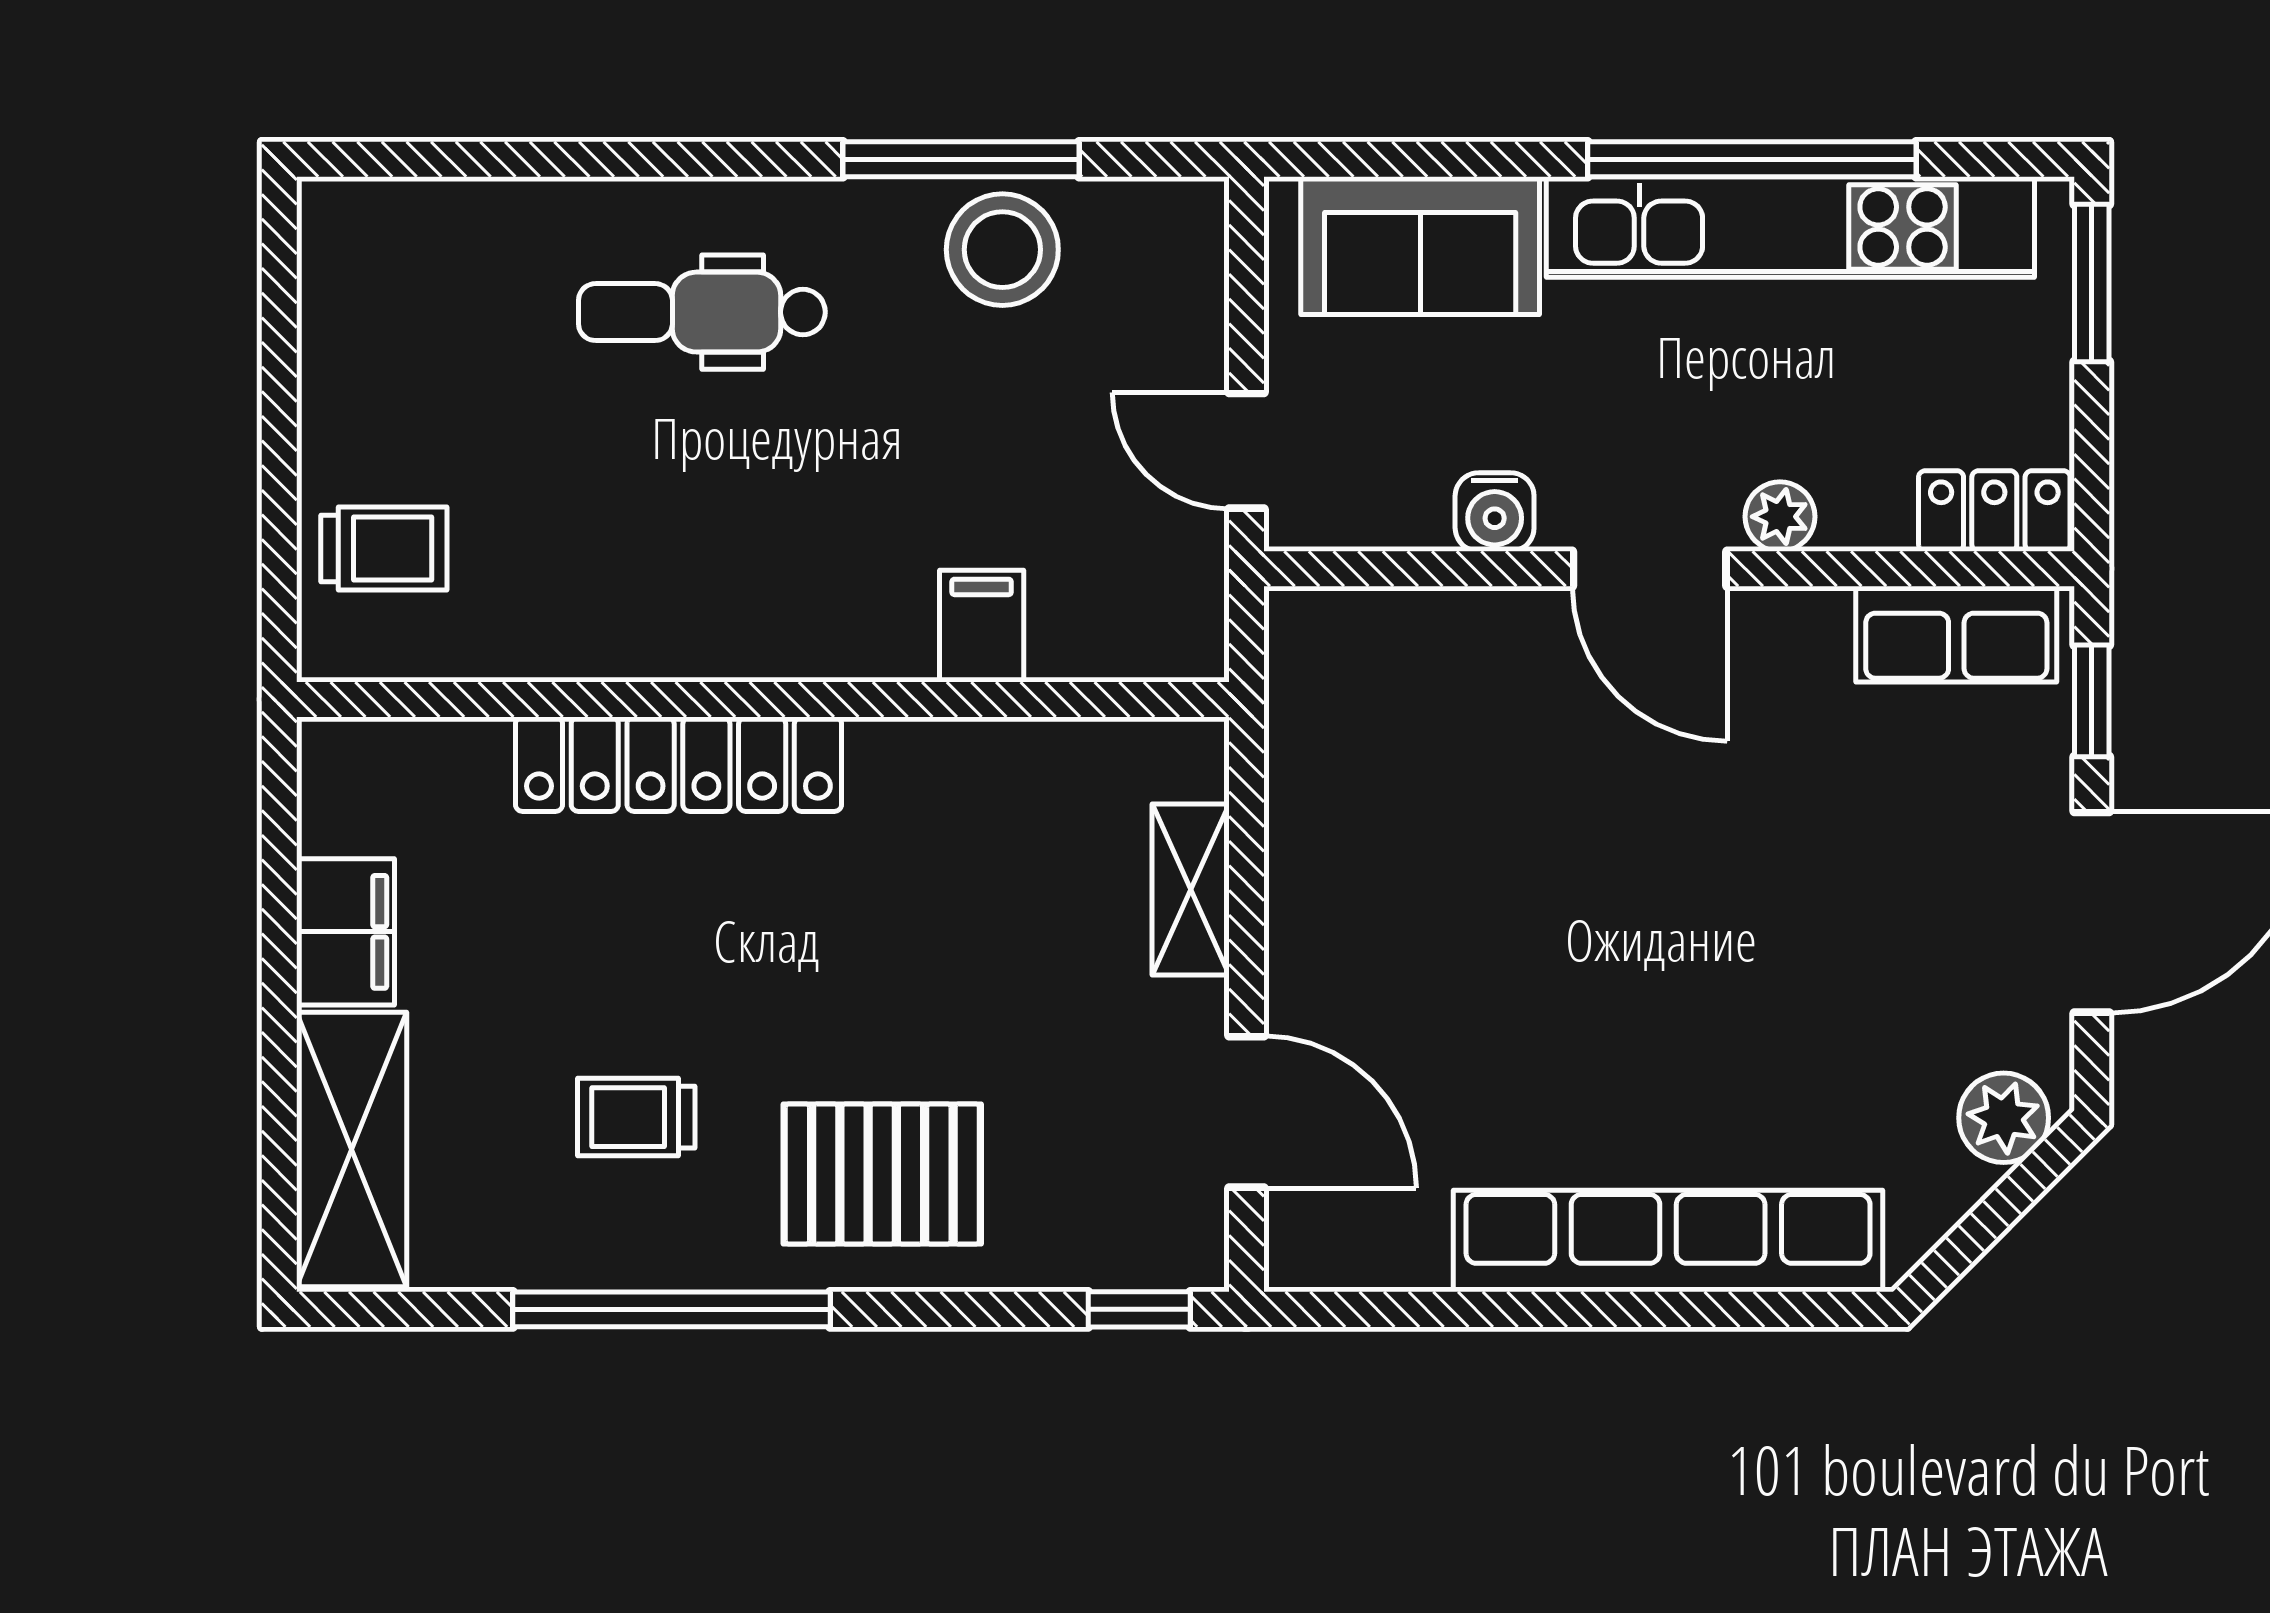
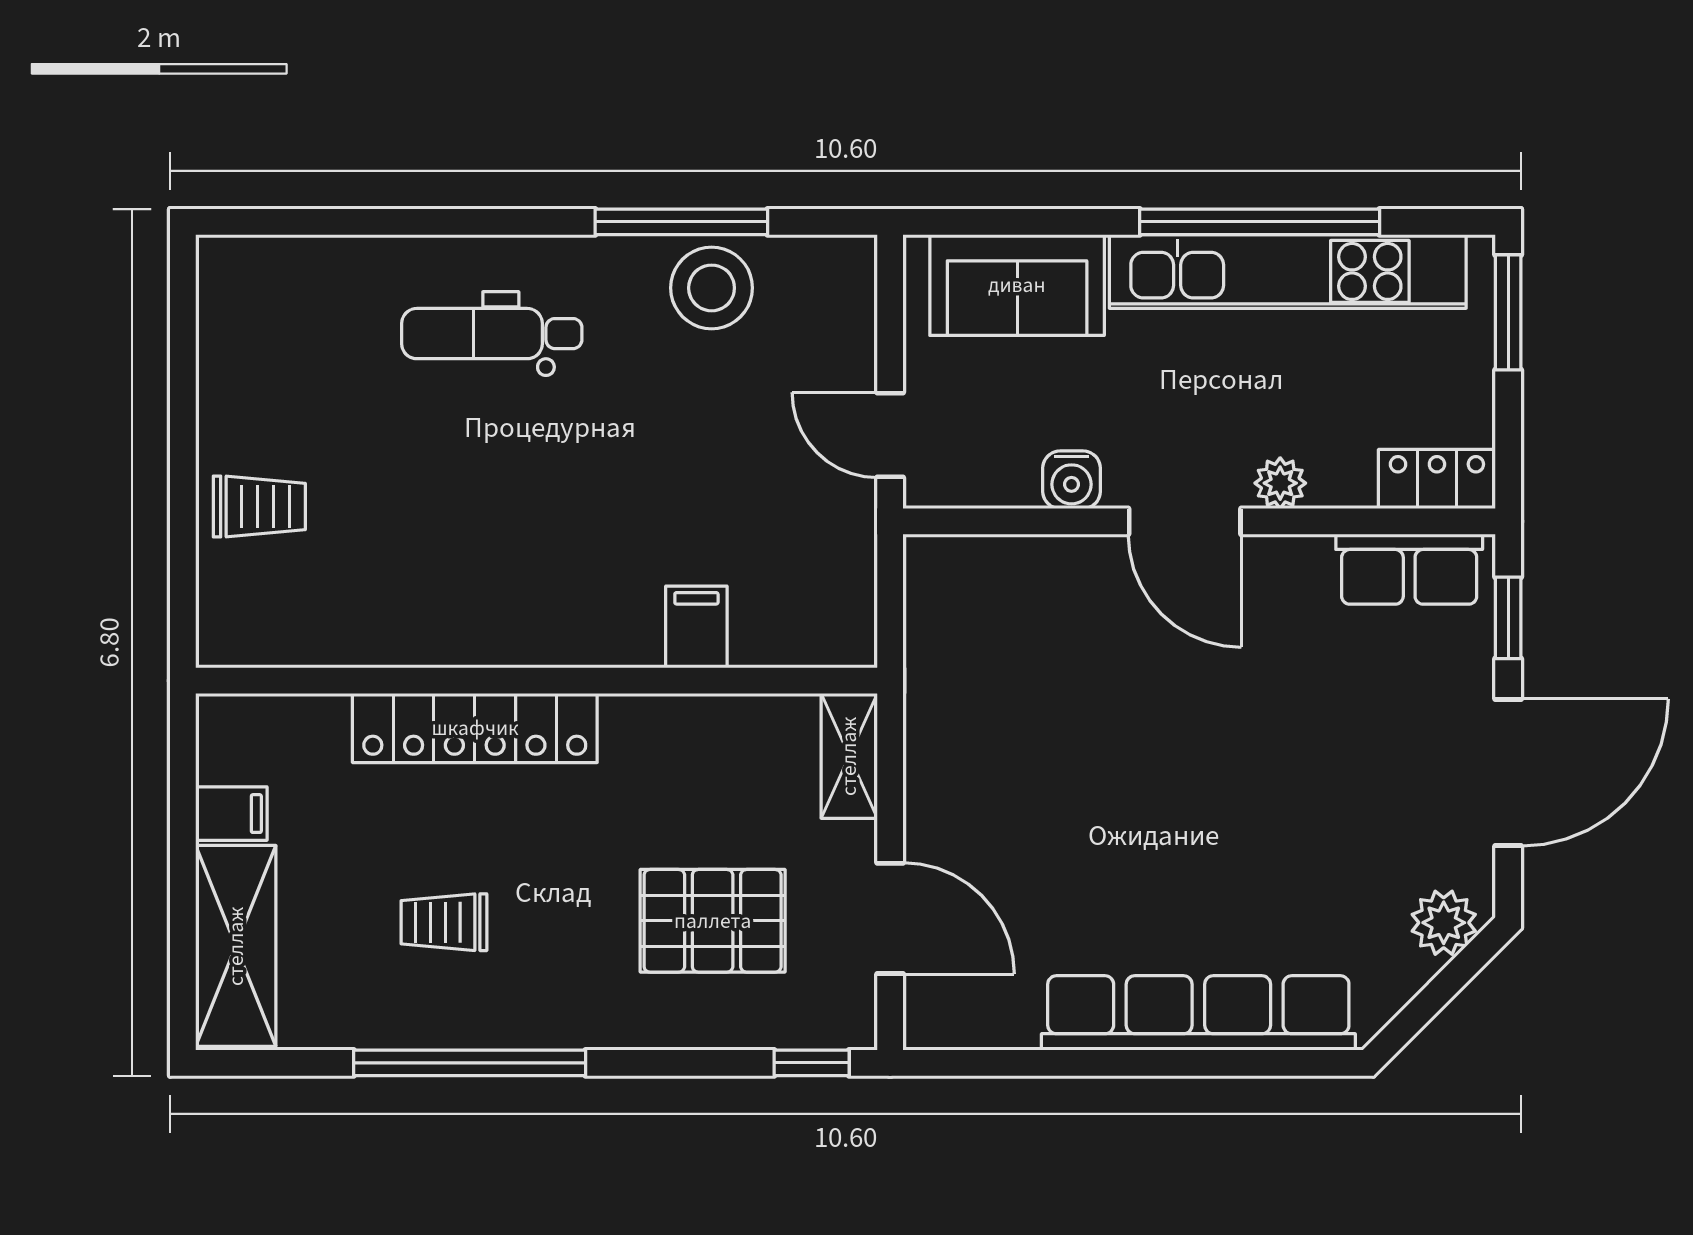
filing cabinet: (982, 626) -> (696, 627), moved
wall: (763, 699) -> (536, 681), moved
locker: (678, 764) -> (475, 728), moved
filing cabinet: (346, 932) -> (231, 814), width x0.50
pallet: (882, 1174) -> (713, 921), moved

